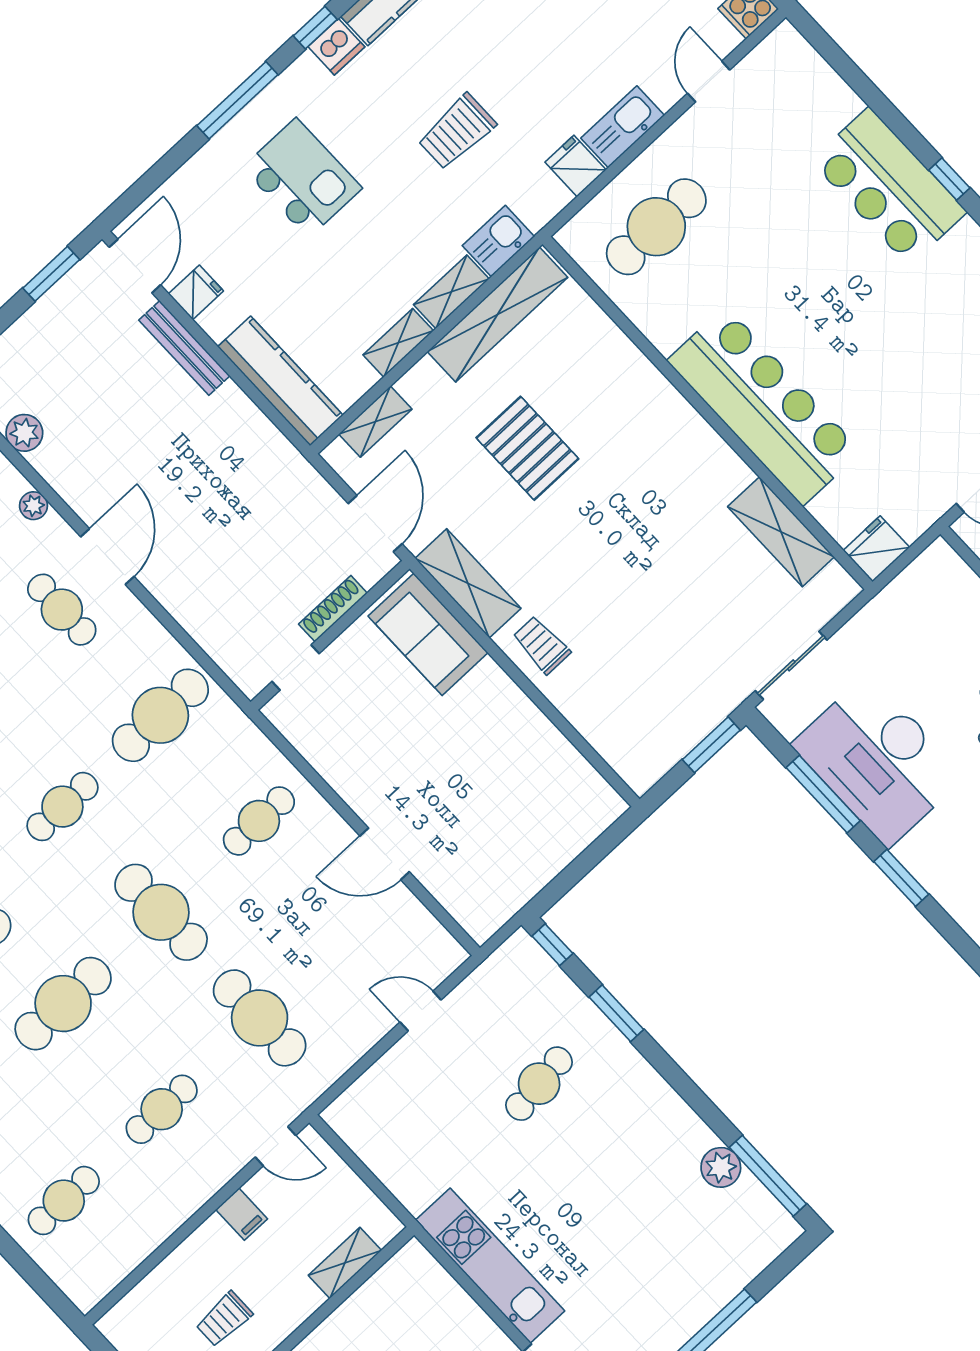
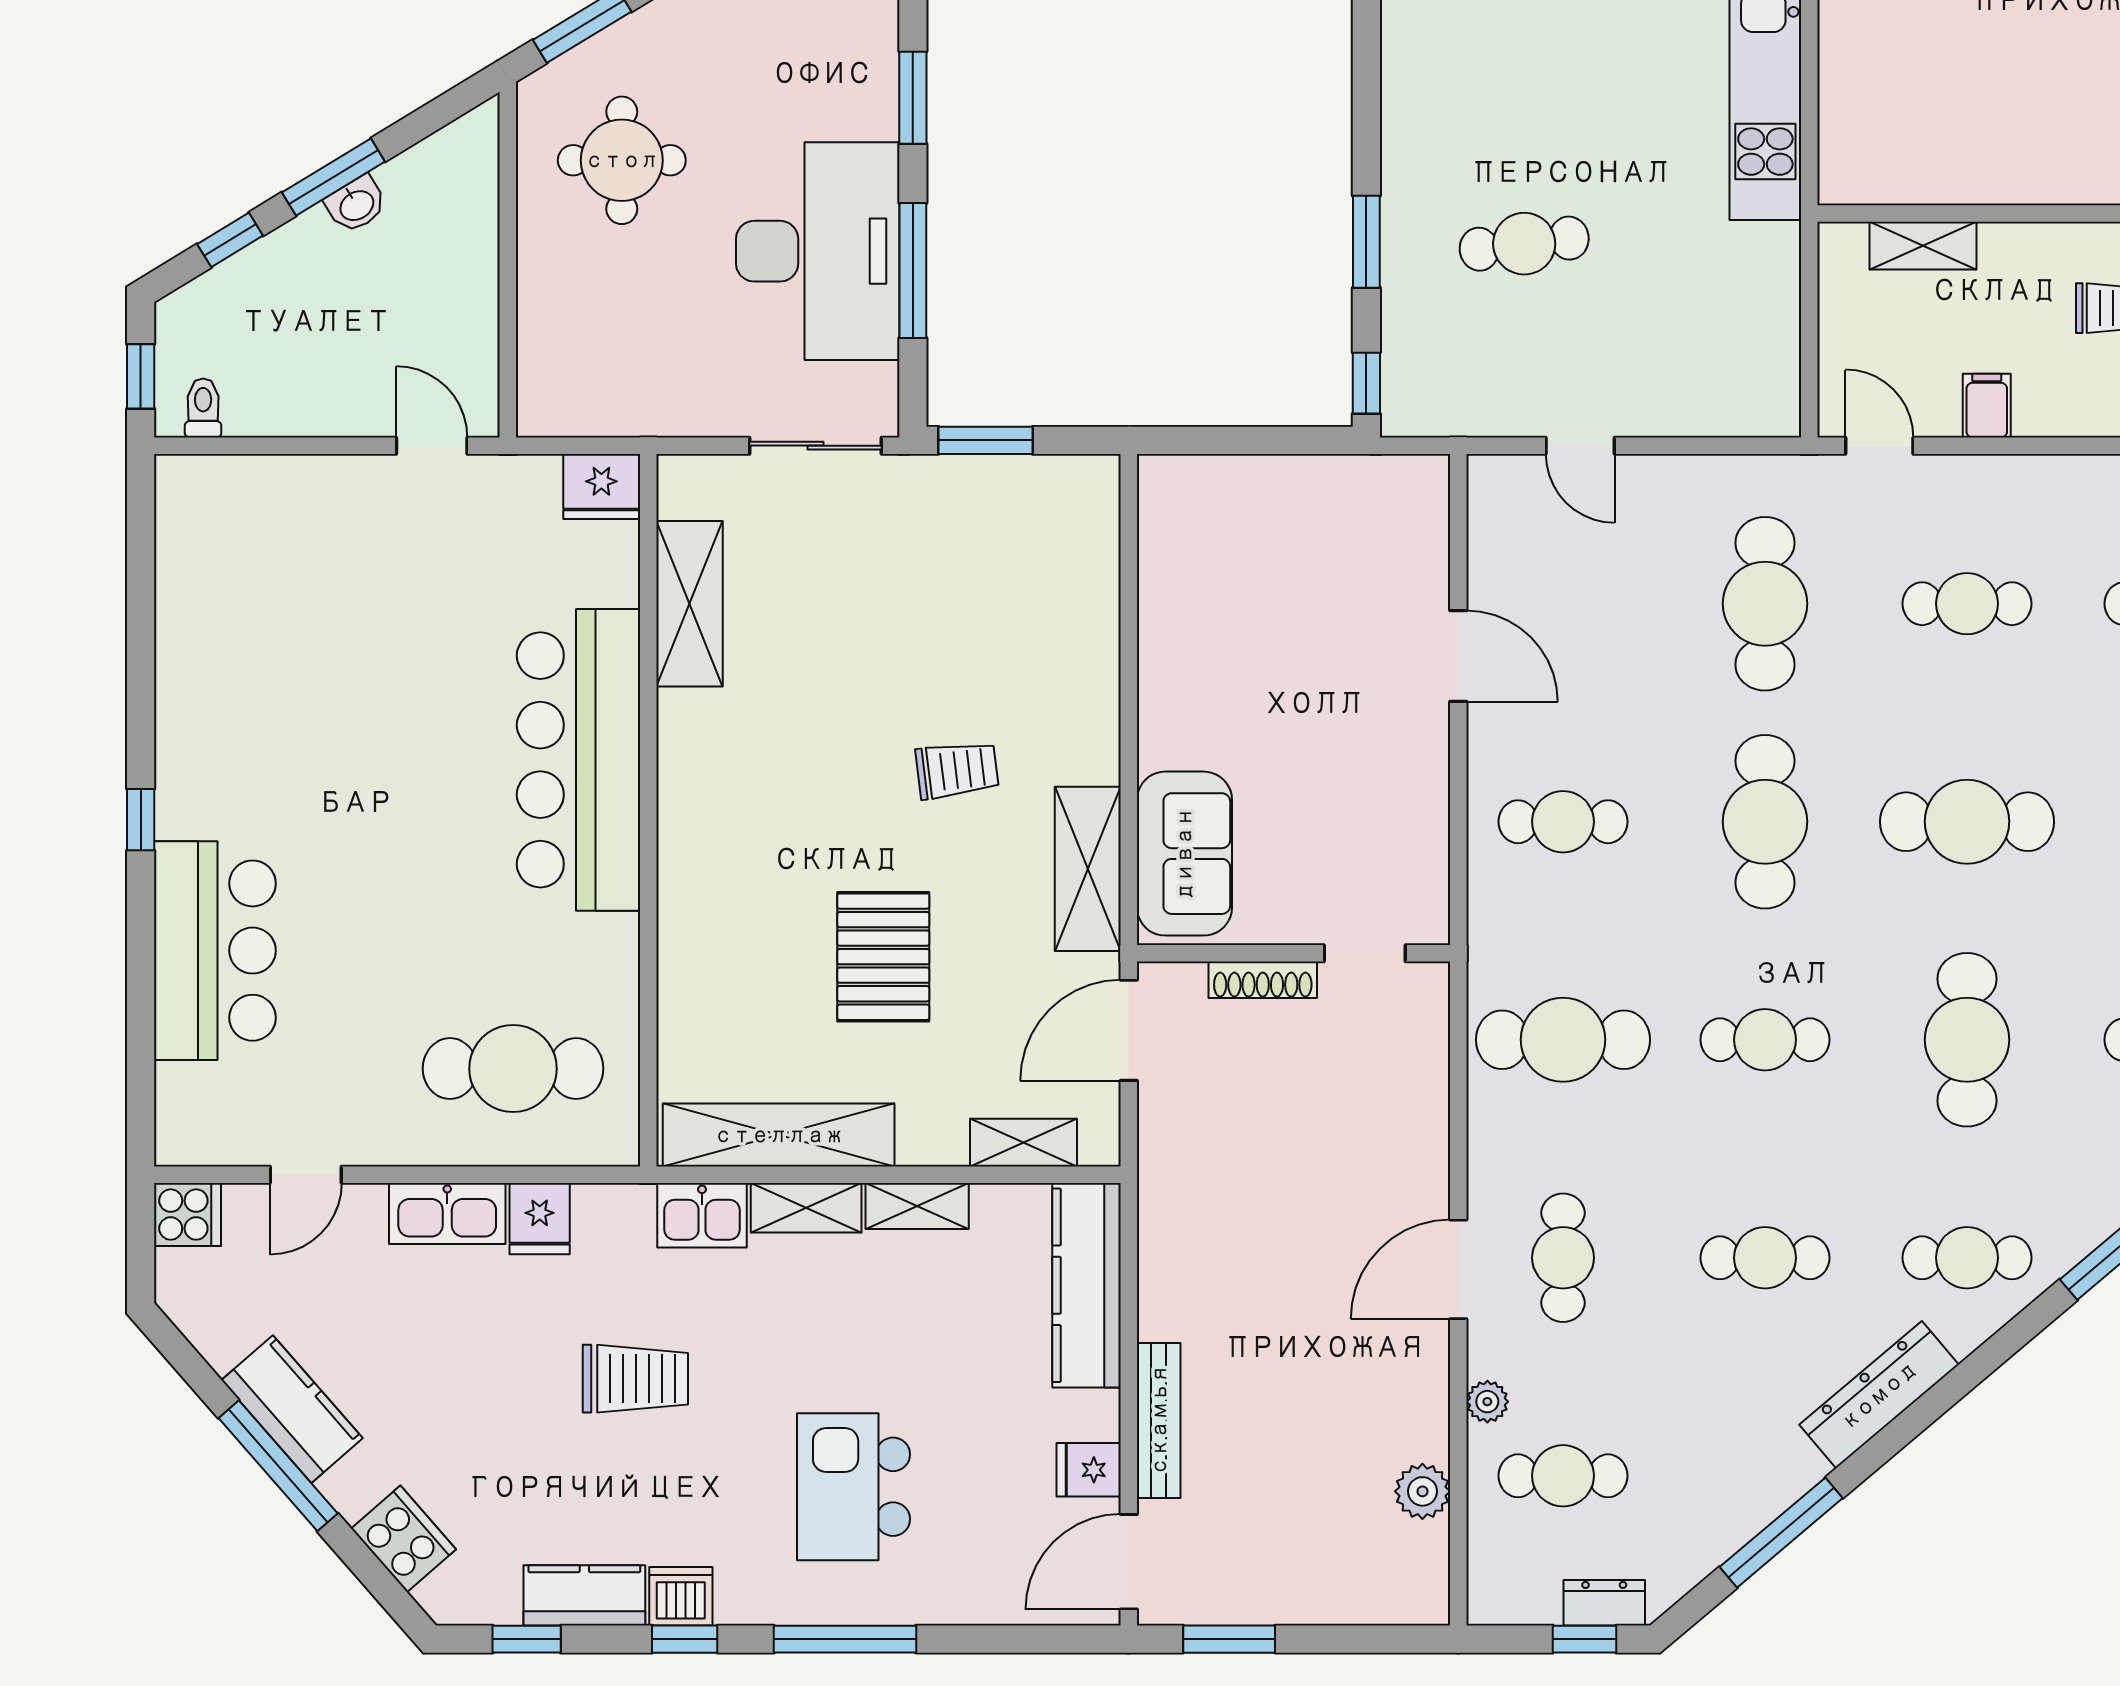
bar counter: (889, 186) -> (215, 951), moved
trolley: (541, 645) -> (957, 770), moved, turned -97

